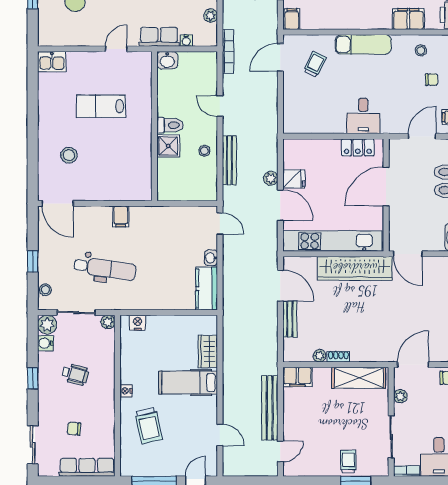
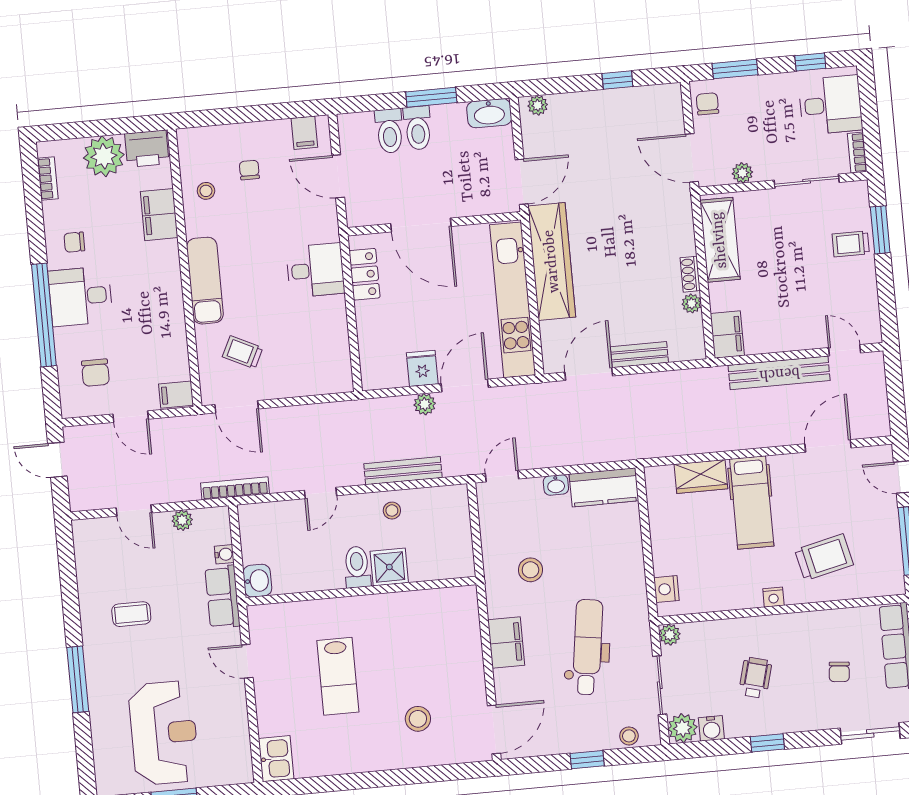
filing cabinet: (121, 216) -> (506, 642), width x2.00
stool: (158, 236) -> (530, 570), added
door: (220, 435) -> (828, 446), width x1.38

